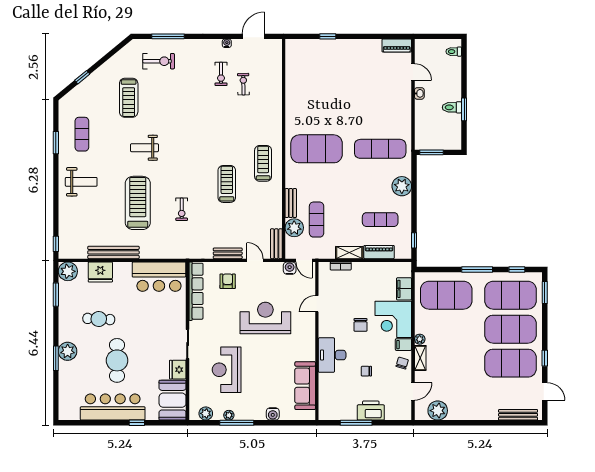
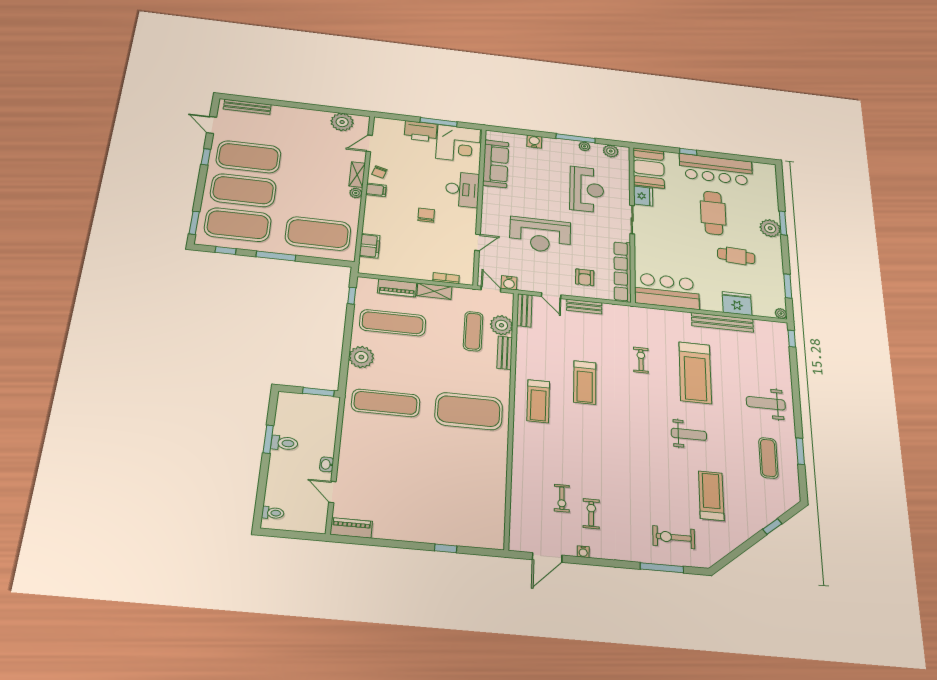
exercise mat: (380, 220) -> (393, 323), width x1.36, depth x1.45
plant: (68, 271) -> (781, 314), width x0.53, depth x0.53
corner desk: (393, 319) -> (458, 144), moved, turned 90
chair: (366, 371) -> (423, 169), removed

